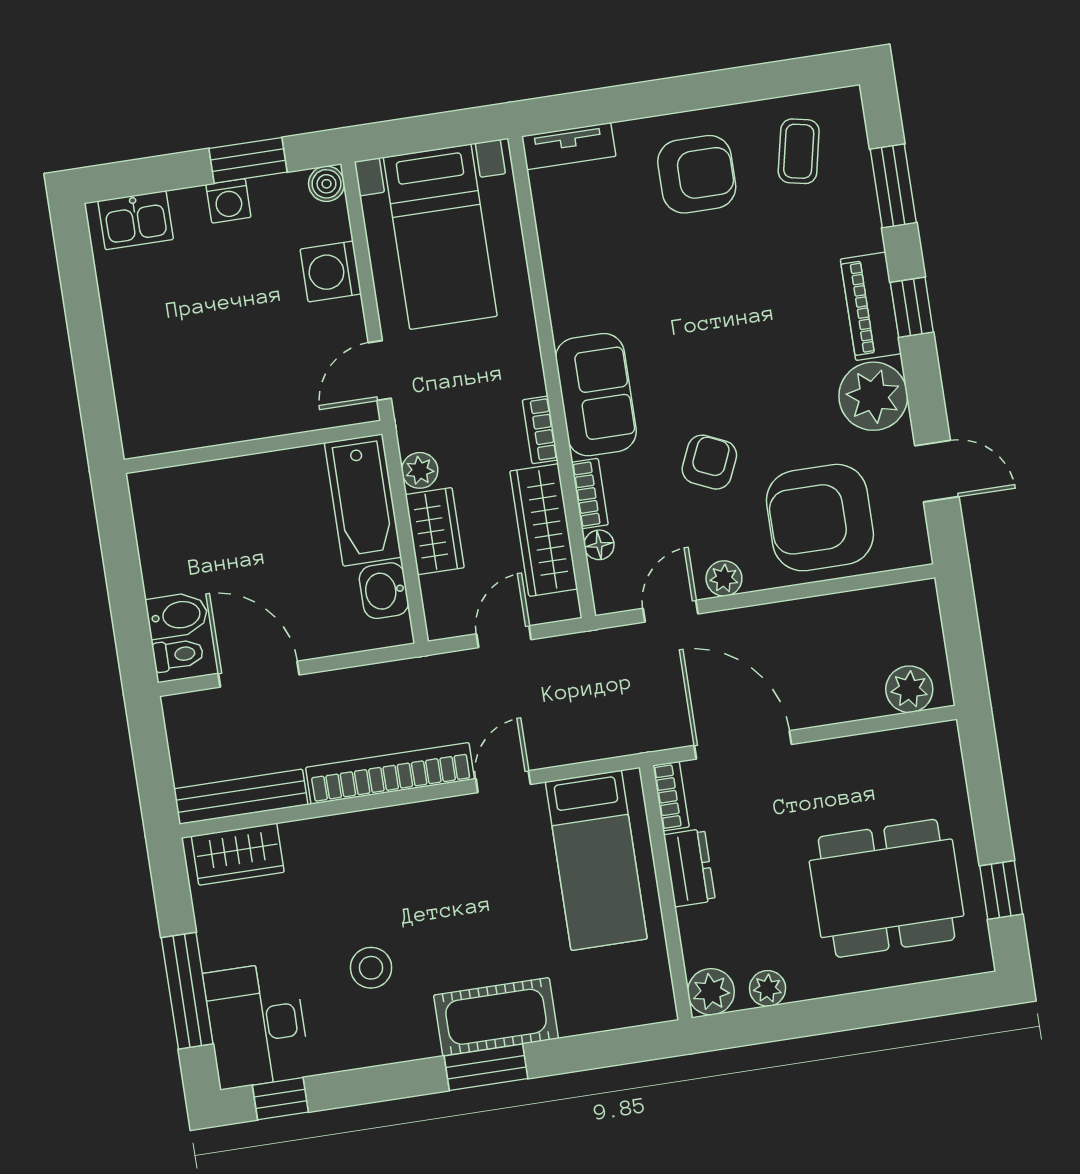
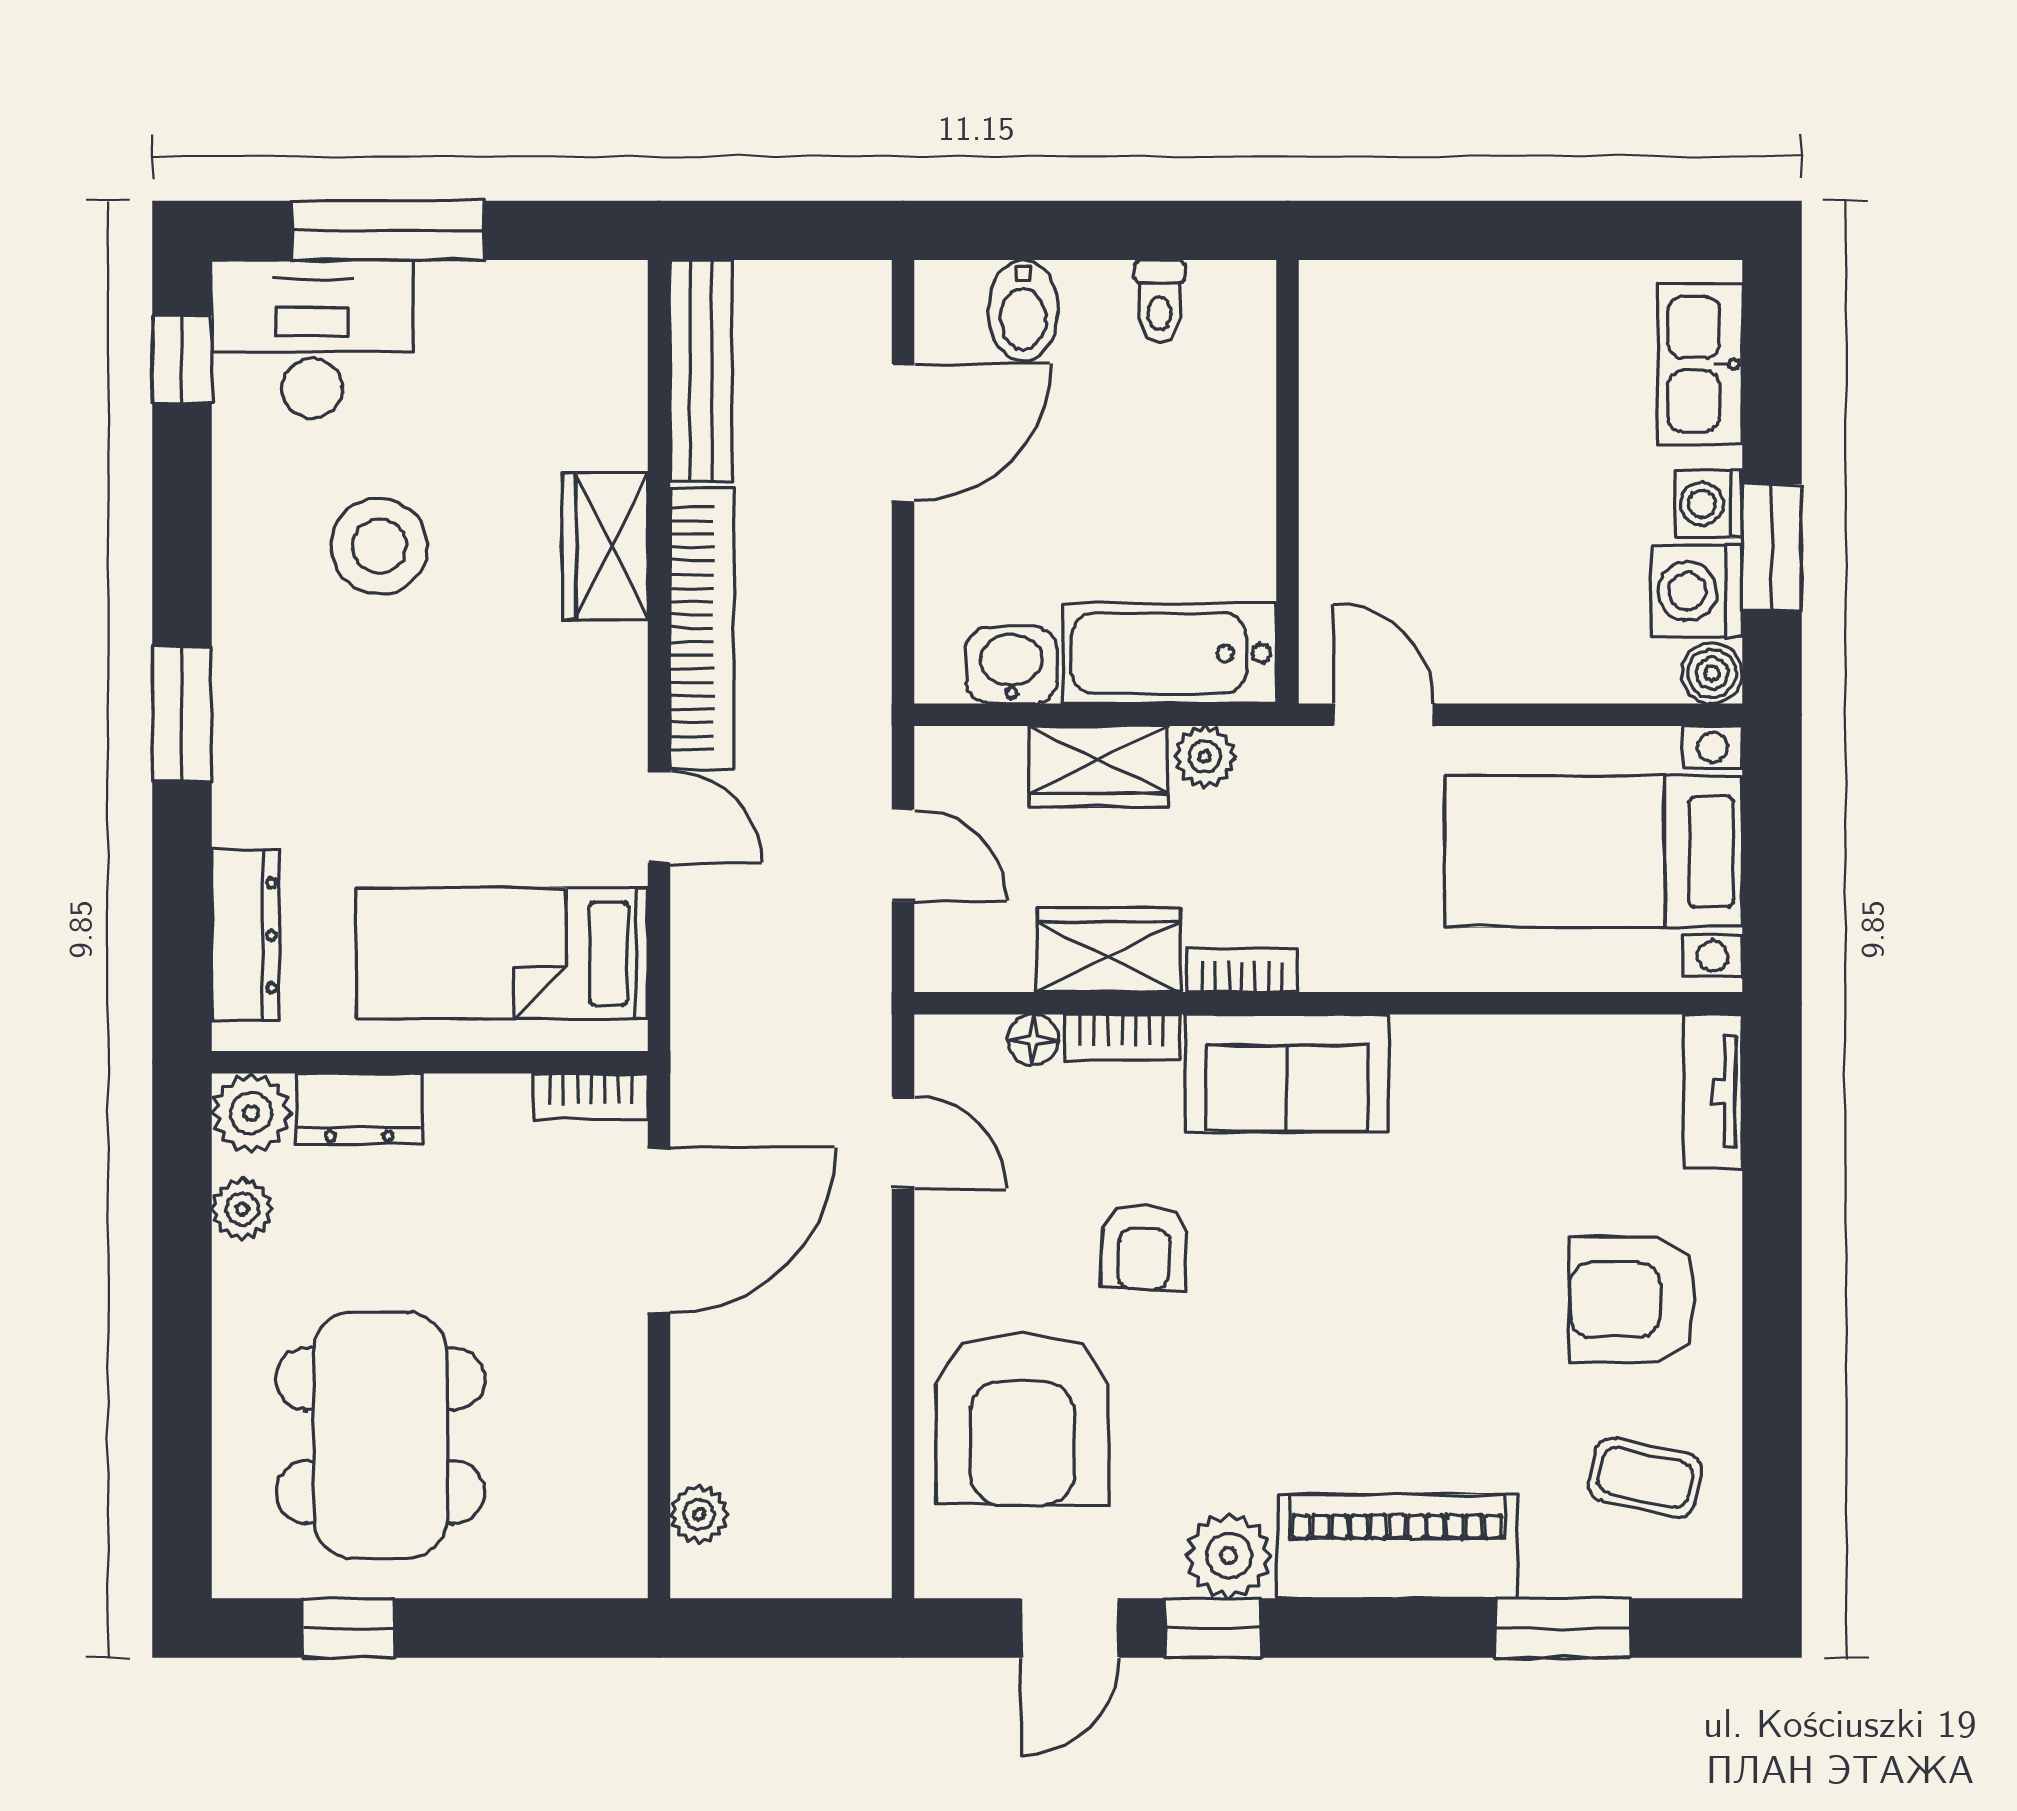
armchair: (697, 174) -> (1633, 1300), turned 90
kitchen sink: (136, 220) -> (1700, 364), width x1.38
washing machine: (331, 271) -> (1697, 591), moved, turned -90
piano: (871, 306) -> (1397, 1546), width x1.37, depth x1.33
window: (912, 307) -> (1213, 1628), moved
plant: (873, 396) -> (1229, 1556), width x0.73, depth x0.73
armchair: (709, 462) -> (1144, 1247), turned 69
armchair: (820, 518) -> (1022, 1419), turned 180
wardrobe: (544, 530) -> (1109, 950), width x0.67
plant: (724, 578) -> (944, 1241), removed
toilet: (178, 655) -> (1160, 302), moved
plant: (909, 689) -> (699, 1514), width x0.73, depth x0.73
wardrobe: (238, 854) -> (605, 546), moved
dresser: (689, 868) -> (359, 1109), moved
stool: (371, 968) -> (379, 546), width x1.38, depth x1.38
dresser: (609, 1011) -> (245, 936), added
cot: (496, 1017) -> (264, 744), removed

